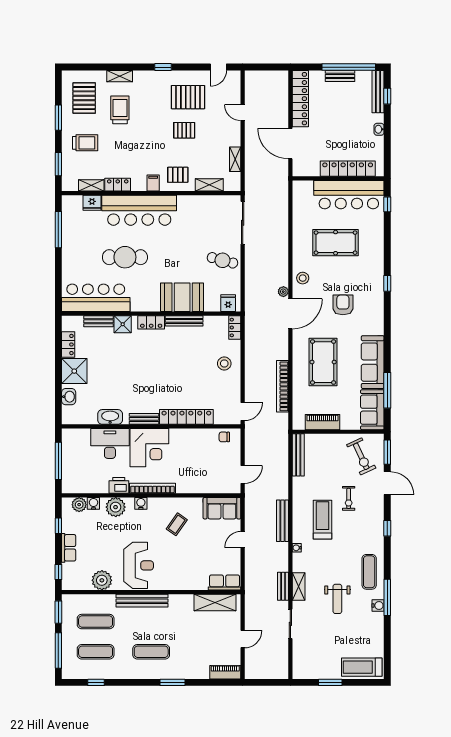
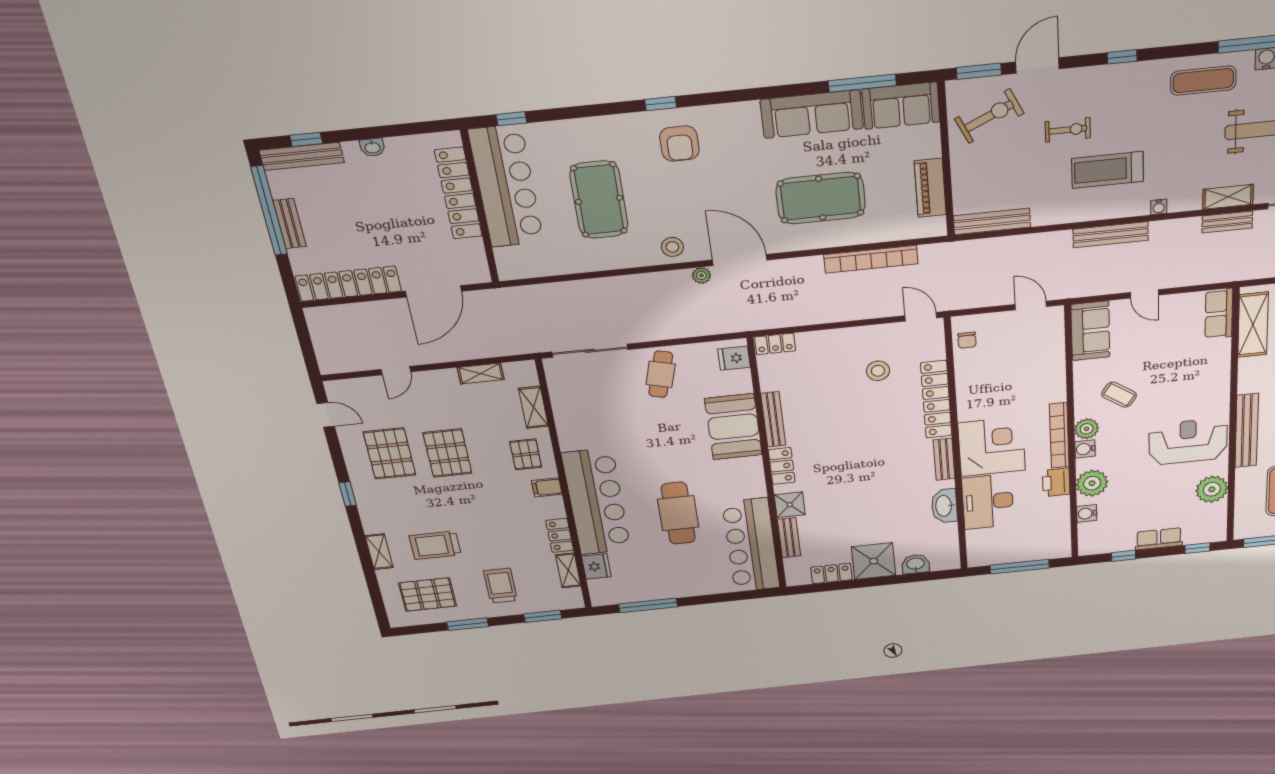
pallet: (184, 130) -> (447, 453), width x1.50, depth x1.42
armchair: (343, 305) -> (679, 144), moved, turned -90
stool: (224, 363) -> (878, 371), moved
plant: (79, 505) -> (1087, 429), moved

